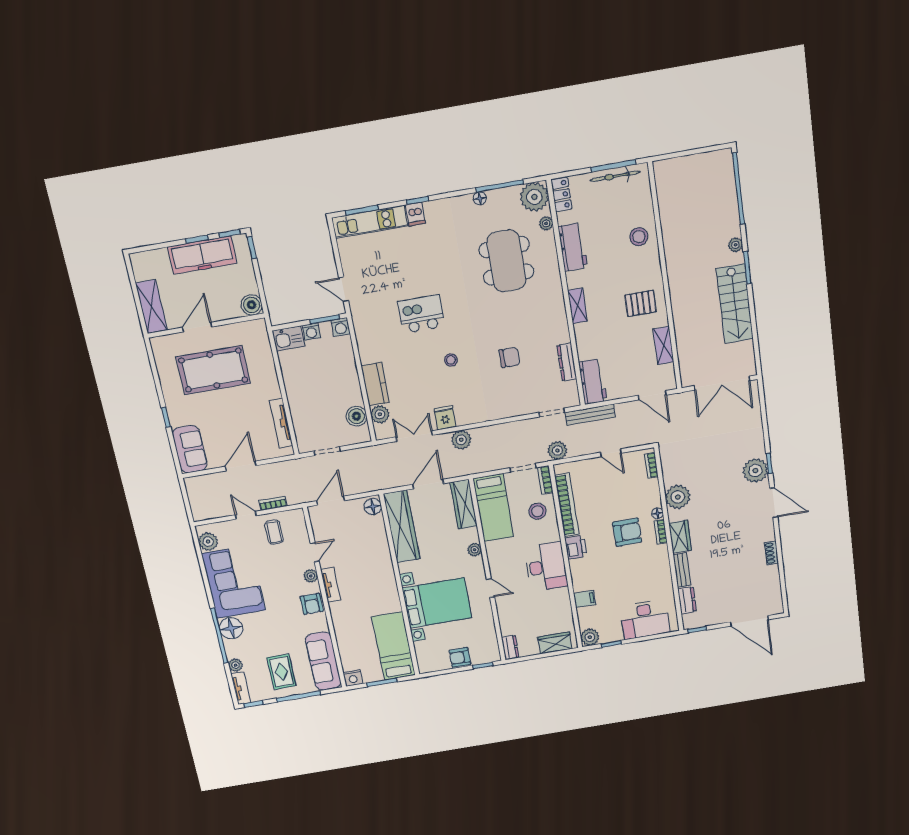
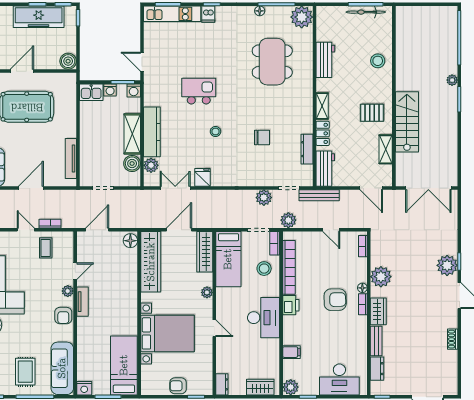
locker: (561, 194) -> (323, 133), moved
plant: (546, 223) -> (308, 38), removed
stairs: (735, 304) -> (407, 122), moved, turned 180
shelving: (349, 381) -> (132, 134), added
kitchen counter: (375, 384) -> (152, 132), width x1.50
plant: (461, 440) -> (264, 198), moved

